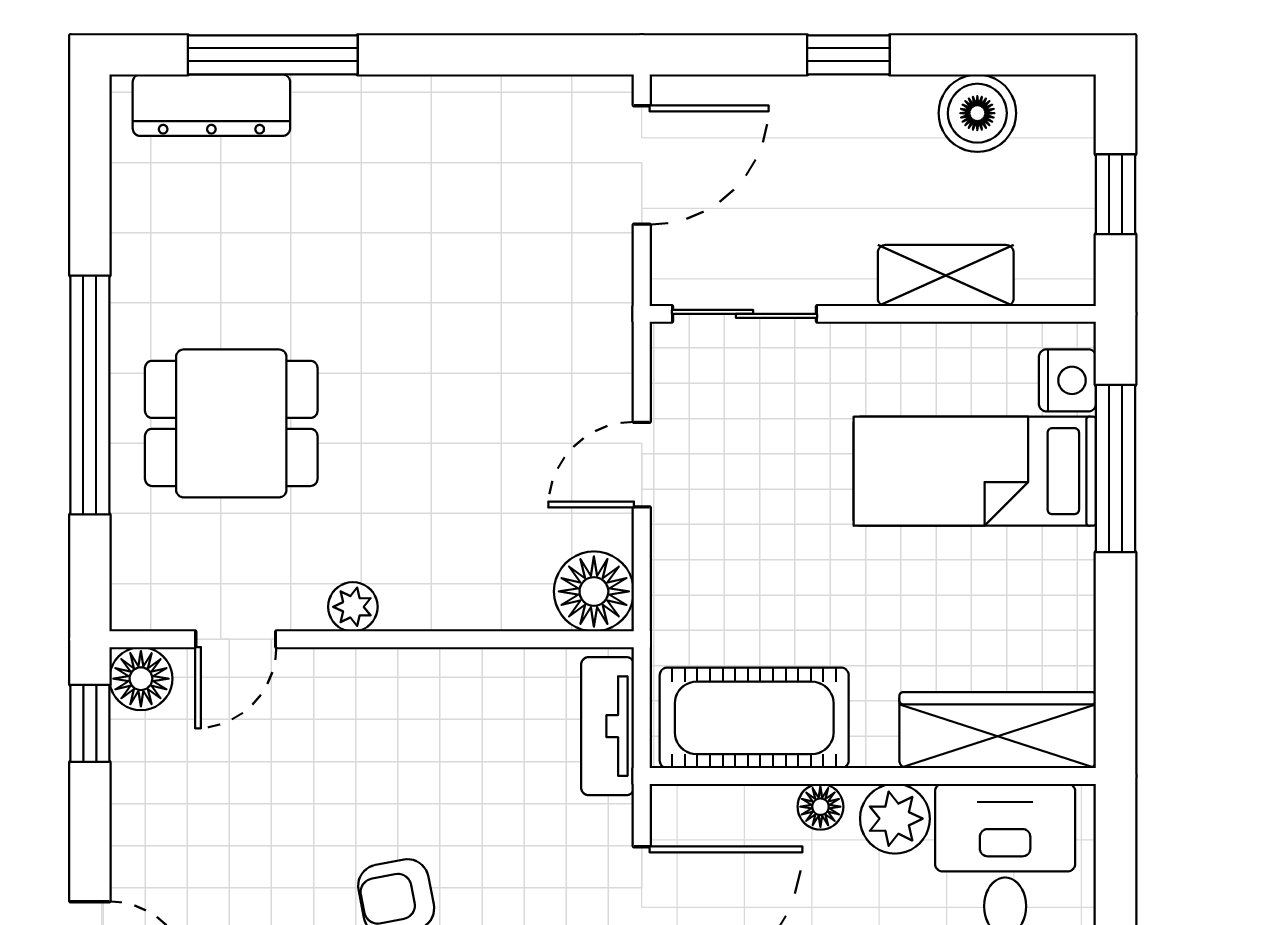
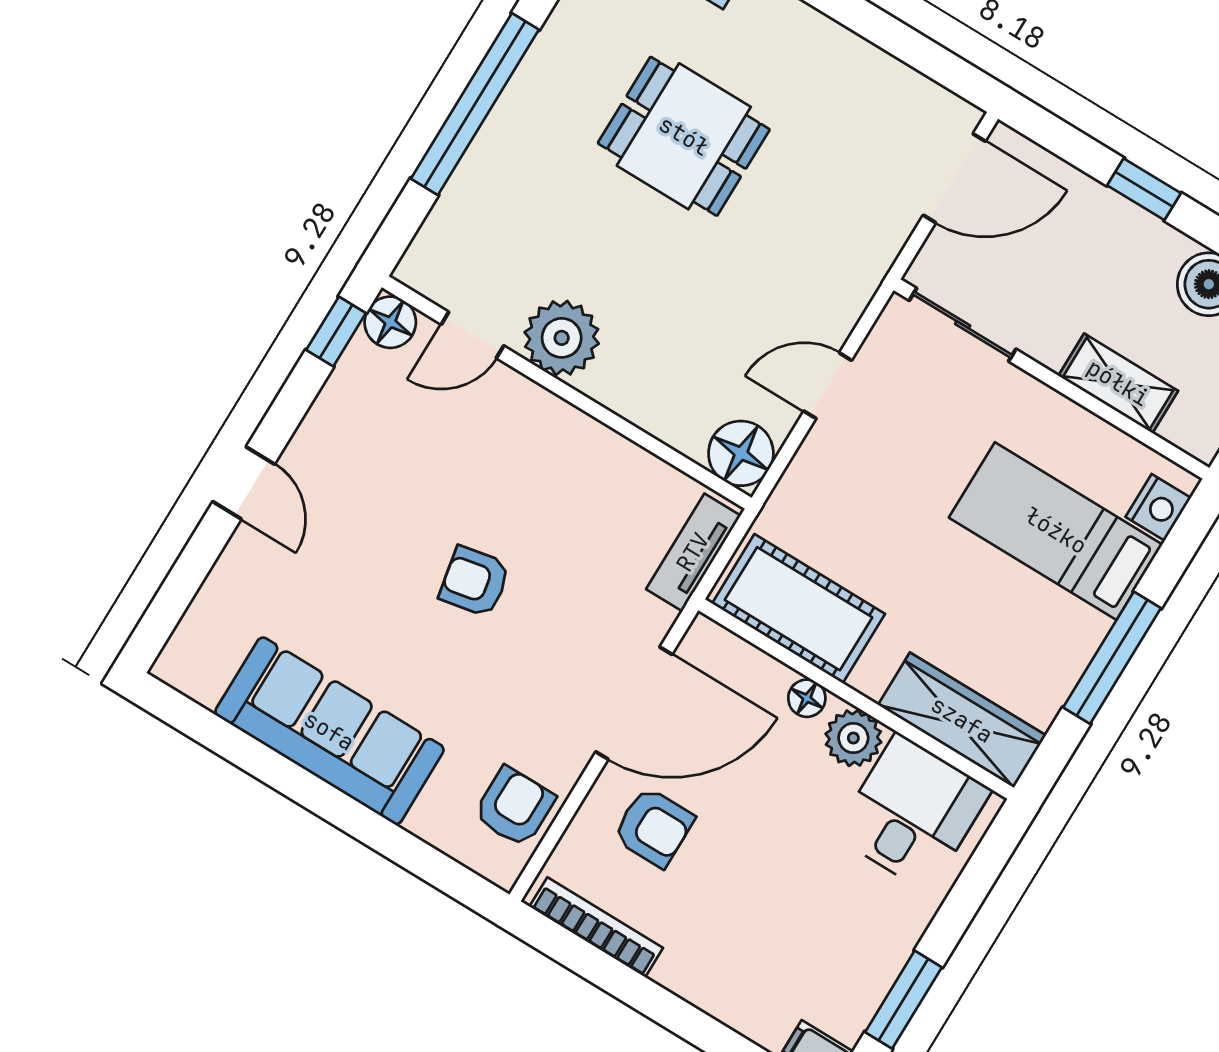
dining table: (231, 423) -> (684, 136), moved
window: (1116, 468) -> (1112, 658), moved
plant: (353, 607) -> (562, 338), width x1.87, depth x1.87

